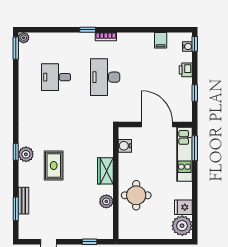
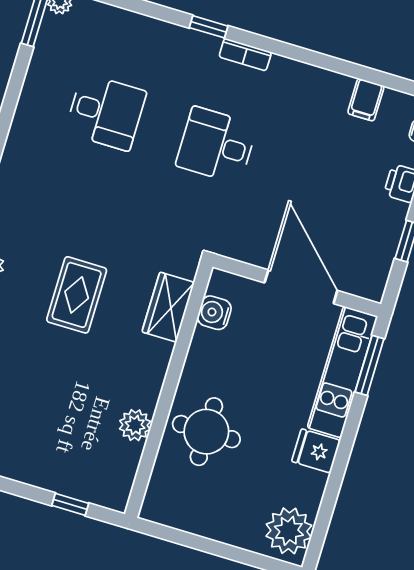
desk: (56, 77) -> (106, 112), turned 180
desk: (105, 77) -> (216, 145), width x0.73
rug: (54, 165) -> (77, 295), moved
wardrobe: (105, 171) -> (168, 307), moved
fridge: (183, 207) -> (316, 451), moved

